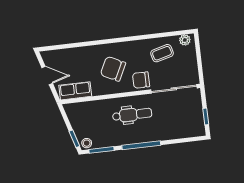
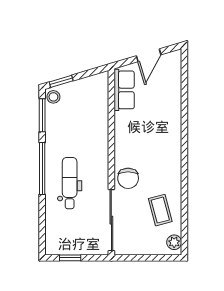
chair: (113, 69) -> (147, 143), removed
chair: (141, 80) -> (128, 178), turned 180
dental chair: (132, 115) -> (70, 183), moved, turned 180

